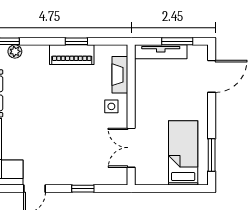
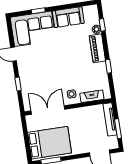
piano: (72, 55) -> (97, 48), moved
double door: (131, 148) -> (48, 110), width x1.37
bed: (183, 153) -> (50, 143), width x1.50

